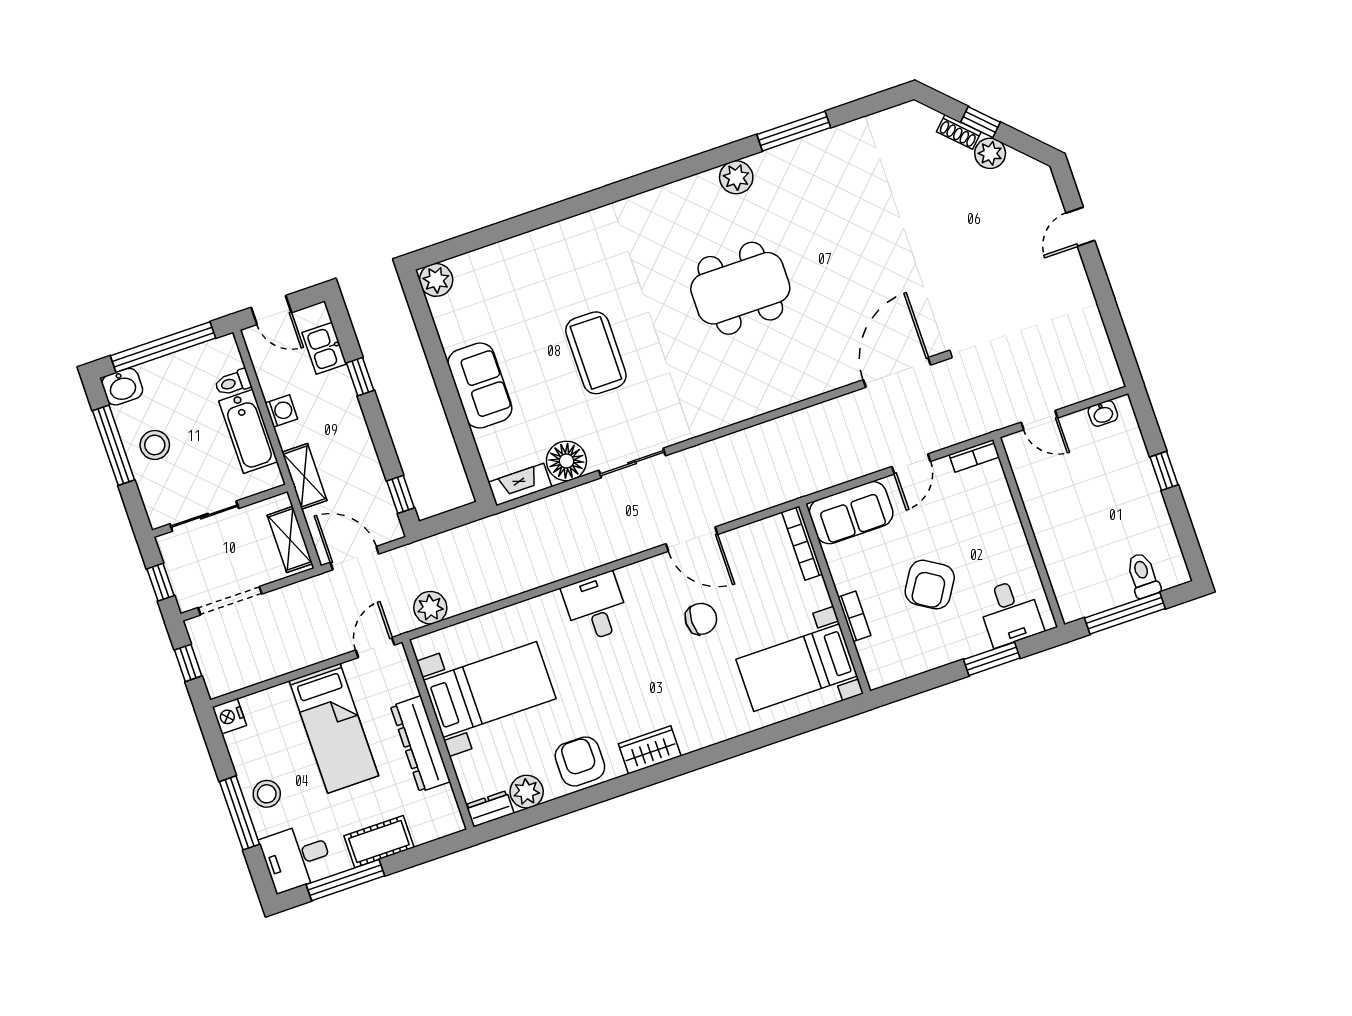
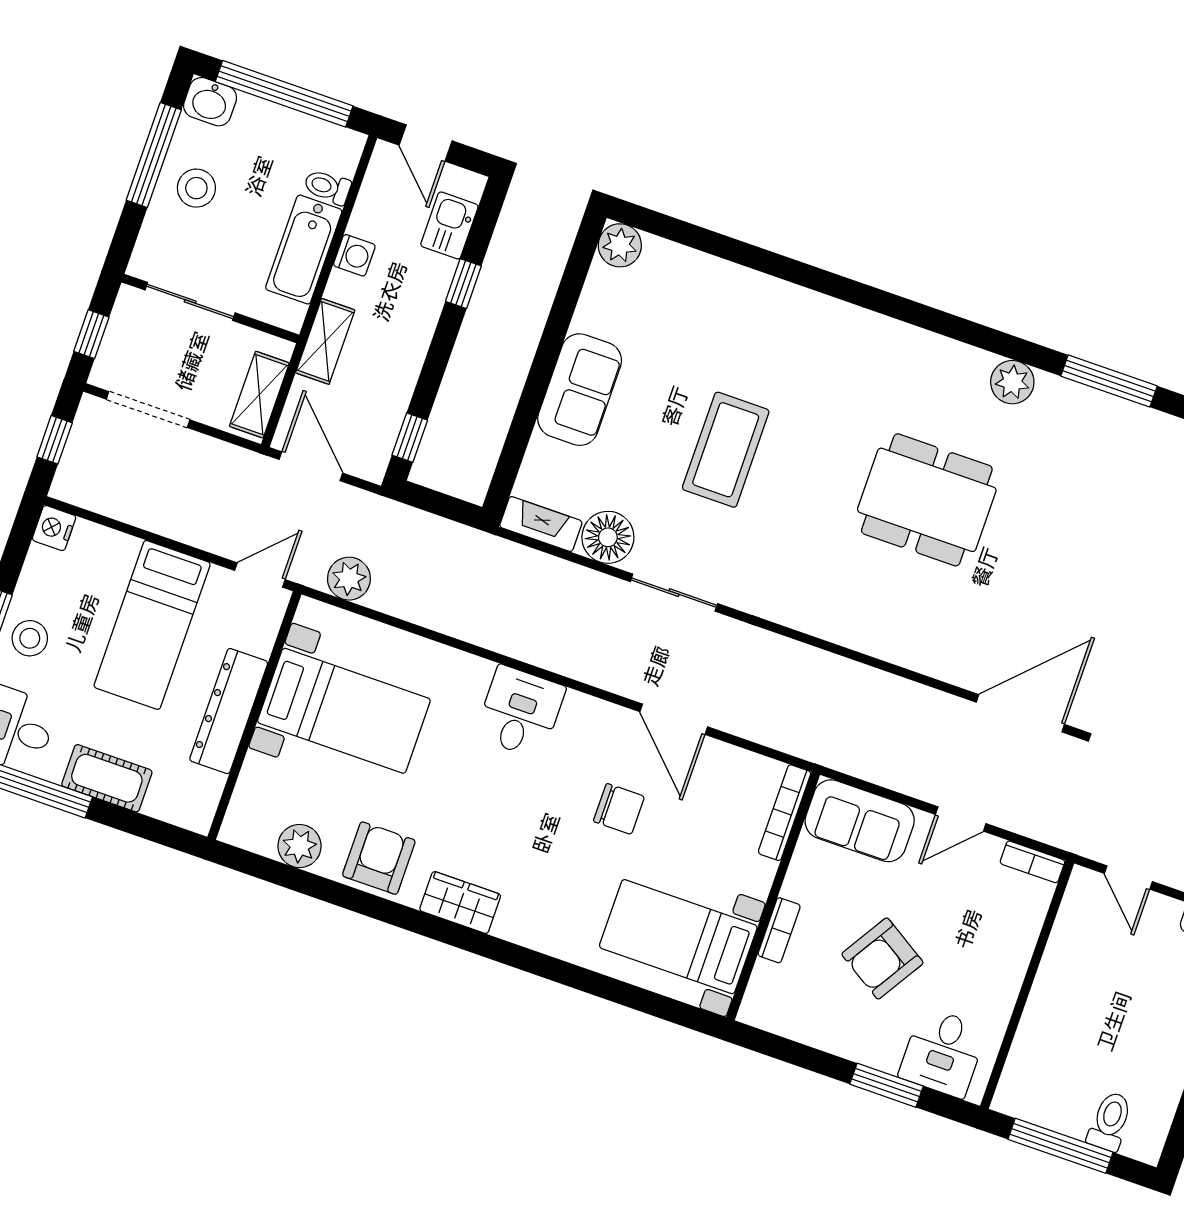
dresser: (490, 809) -> (248, 834), removed

